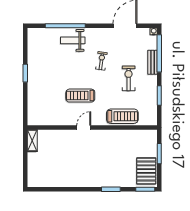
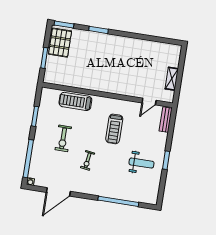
weight bench: (73, 40) -> (141, 163), moved
bench: (153, 62) -> (166, 120), moved
treadmill: (80, 96) -> (114, 129), turned 90
door: (84, 127) -> (149, 102), moved
shelving: (32, 141) -> (172, 79), moved

